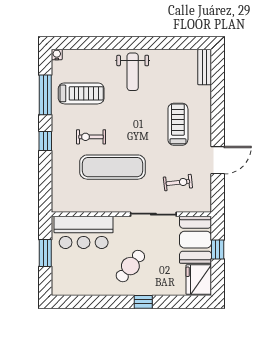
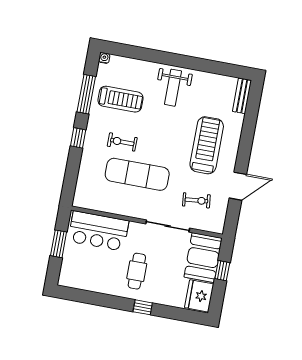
treadmill: (178, 124) -> (207, 145), width x1.37, depth x1.38
cafe table: (130, 266) -> (137, 271), turned -39

